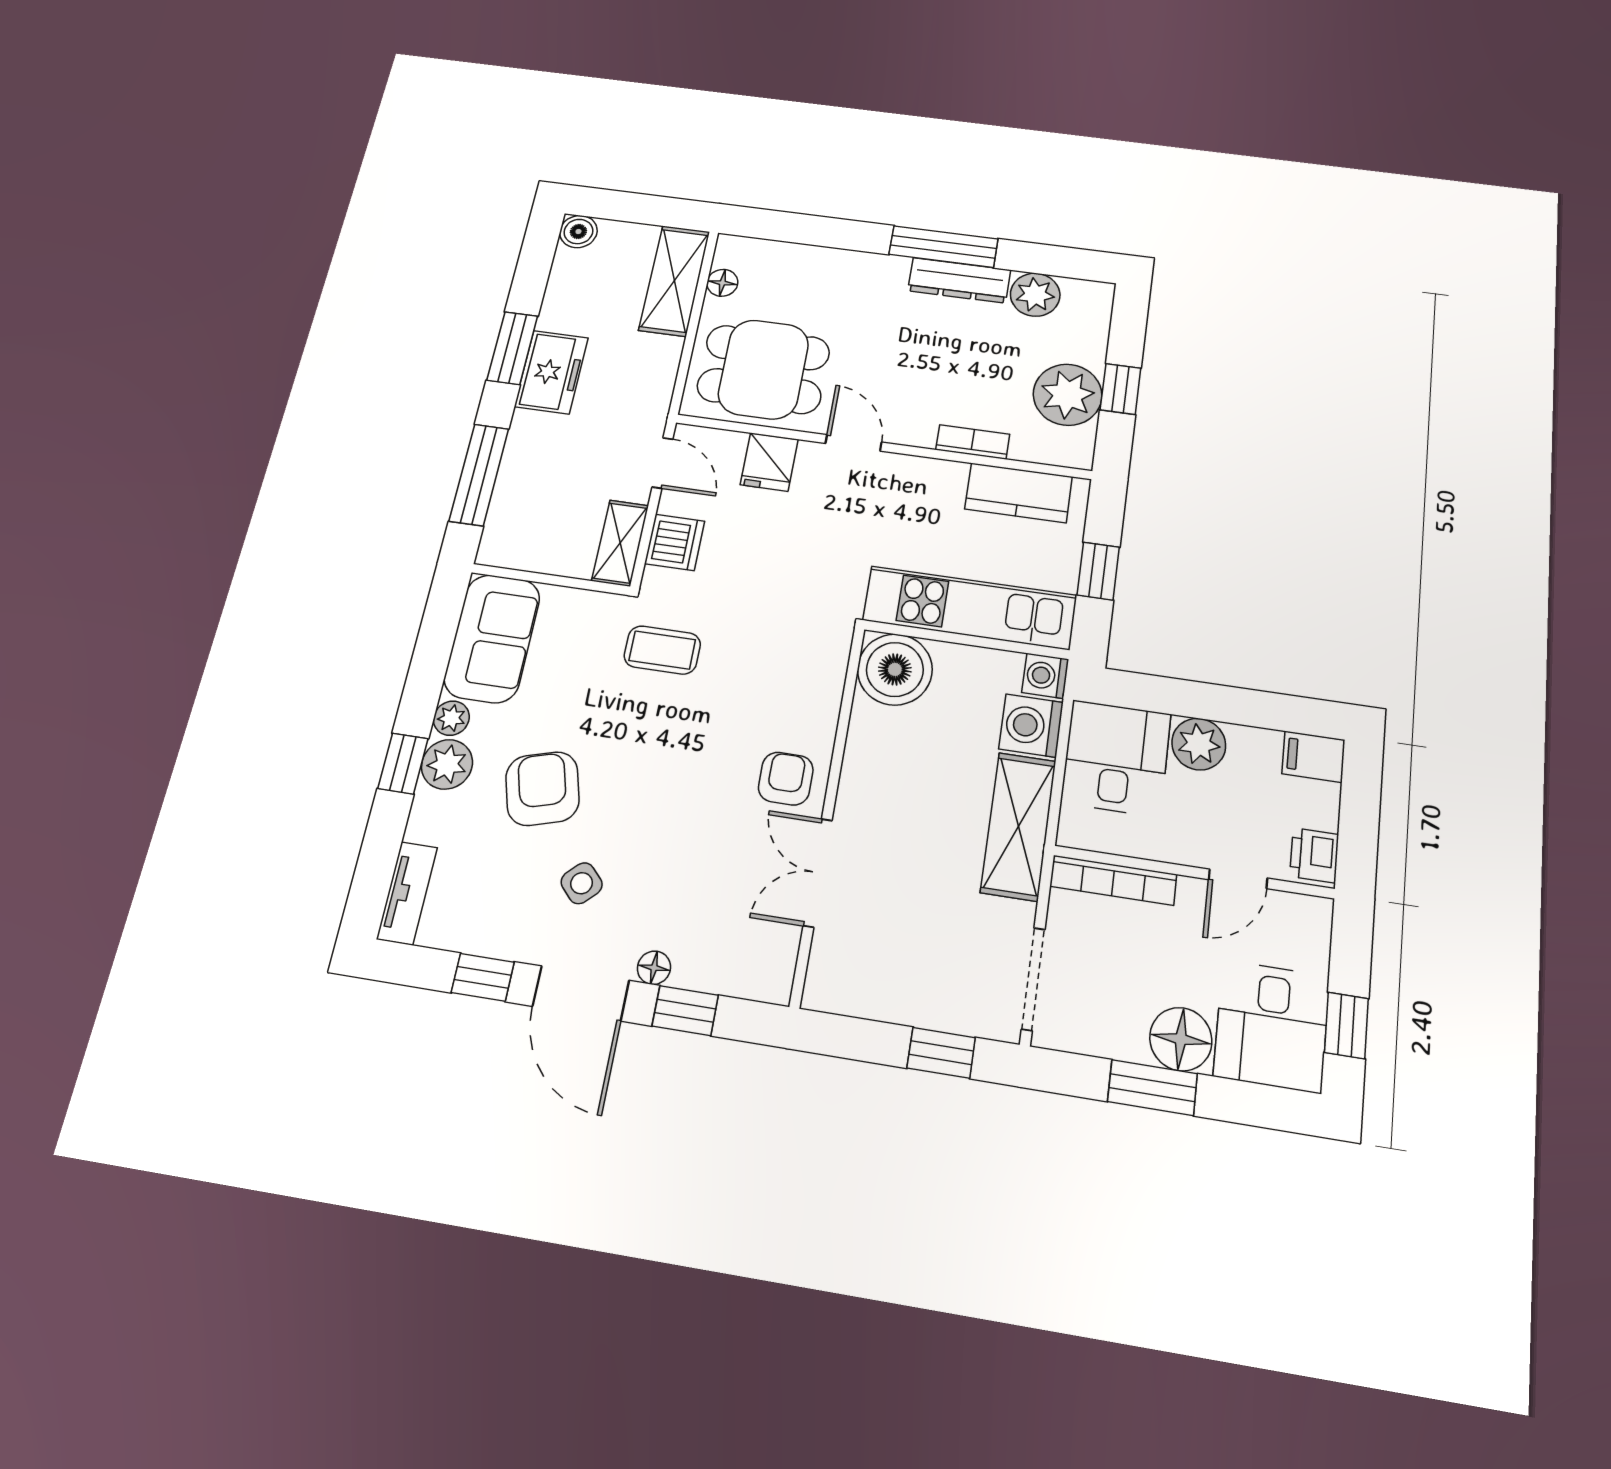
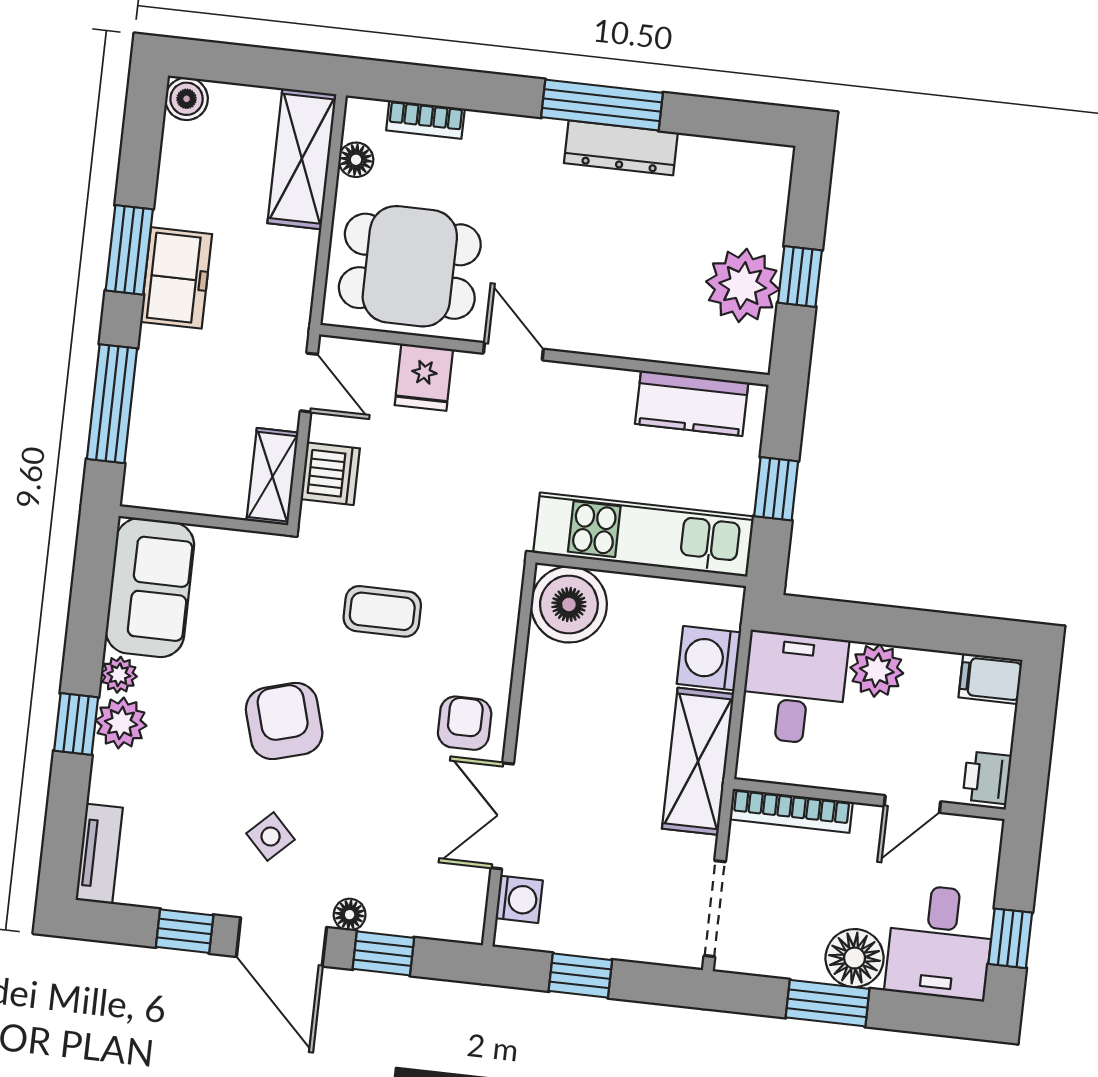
plant: (1035, 295) -> (706, 163), removed
bookcase: (973, 442) -> (425, 119), moved, turned 180
coffee table: (662, 650) -> (382, 611), moved
washing machine: (1045, 676) -> (519, 899), moved, turned 180
armchair: (542, 789) -> (284, 721), moved
window: (941, 1053) -> (580, 975), moved

